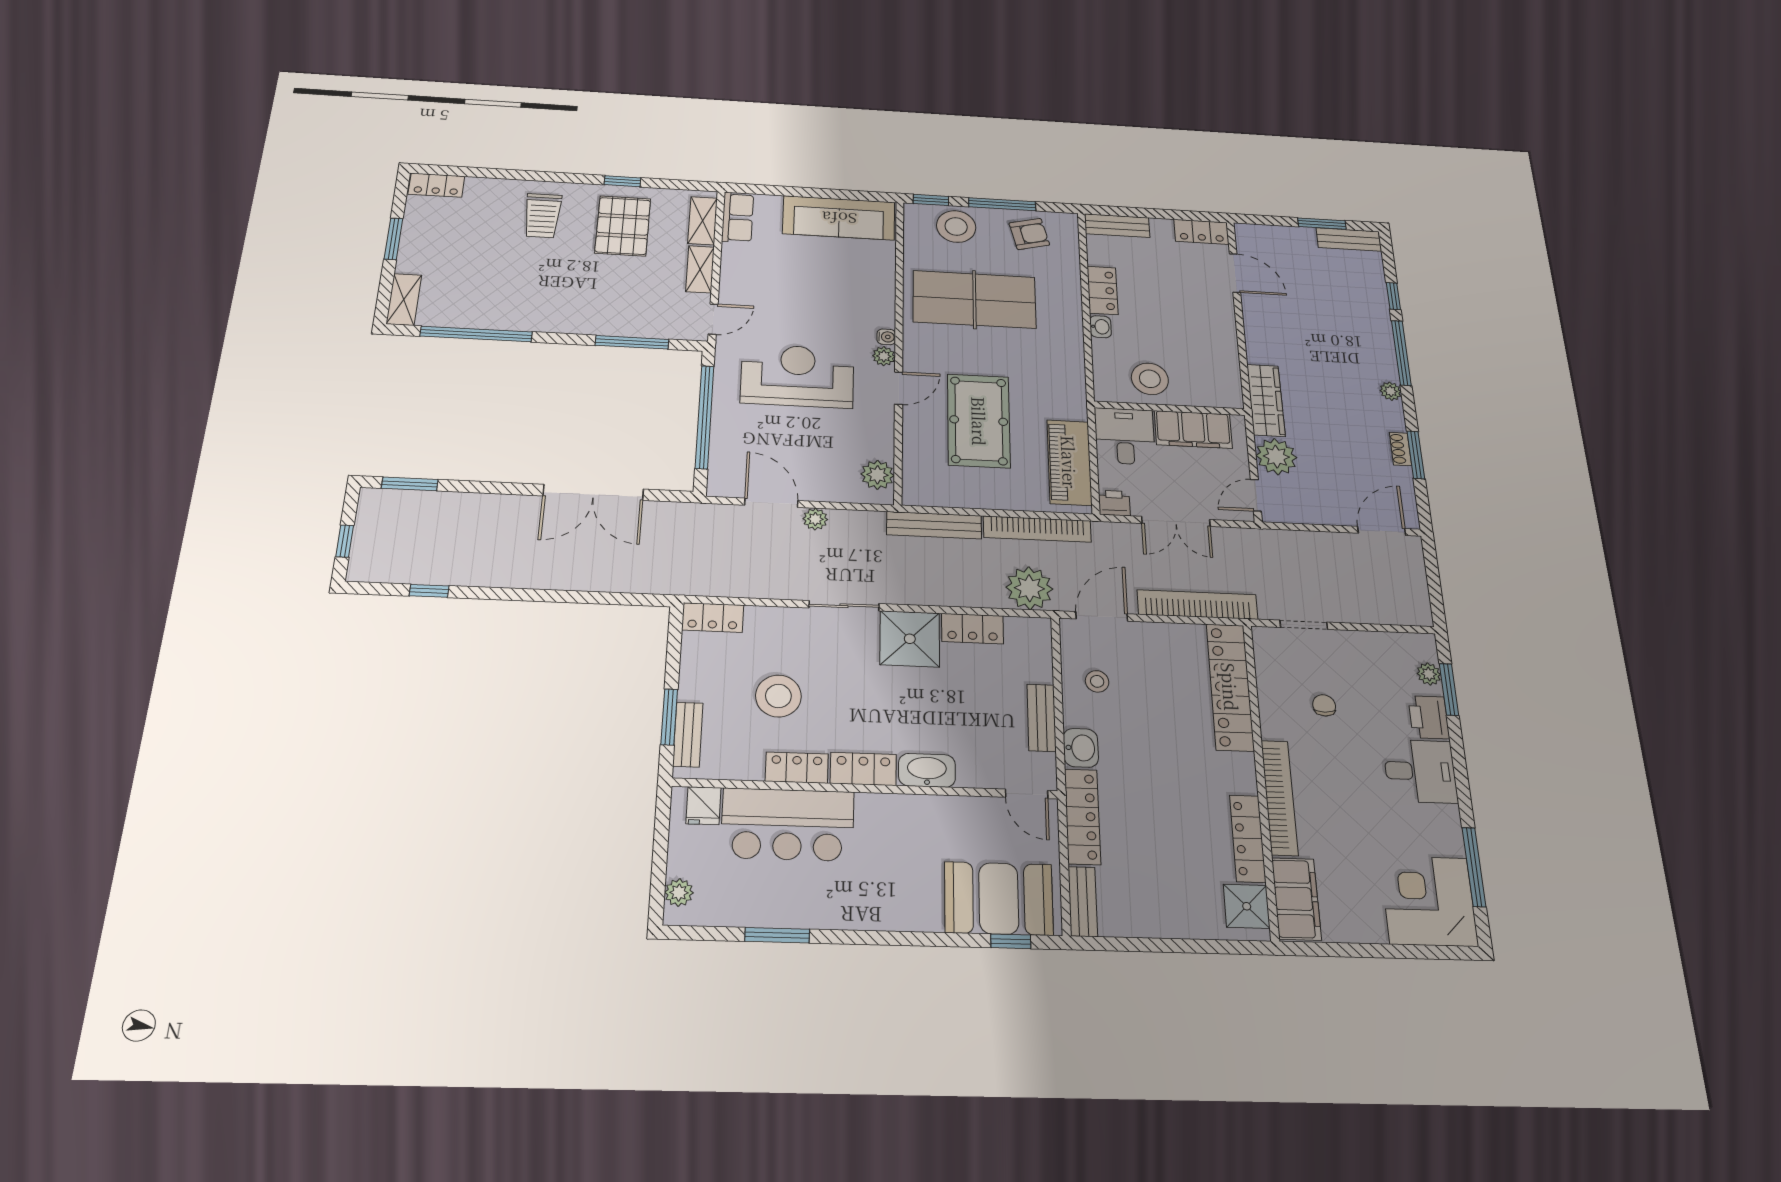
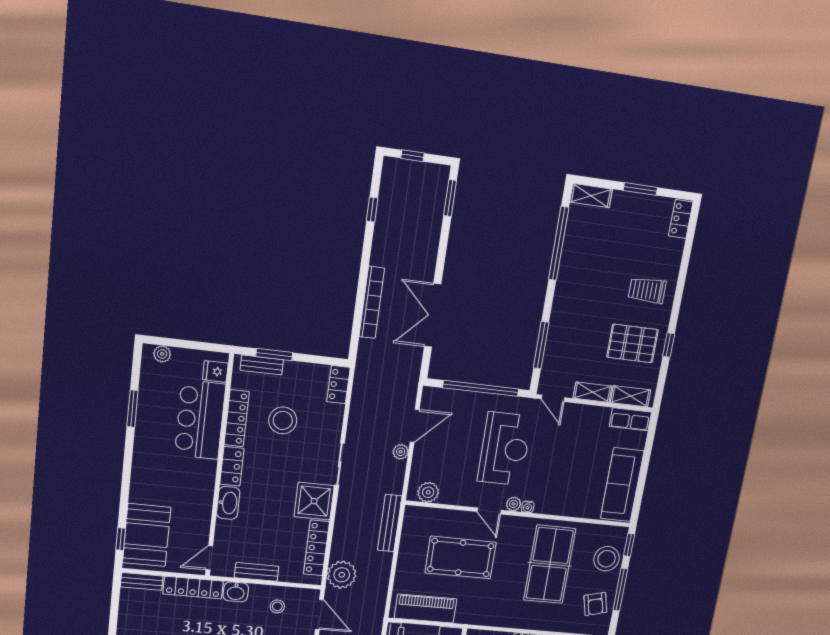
bookcase: (1037, 529) -> (372, 302), moved, turned 180
locker: (972, 629) -> (316, 548), width x1.53
locker: (797, 768) -> (237, 418), width x1.53

